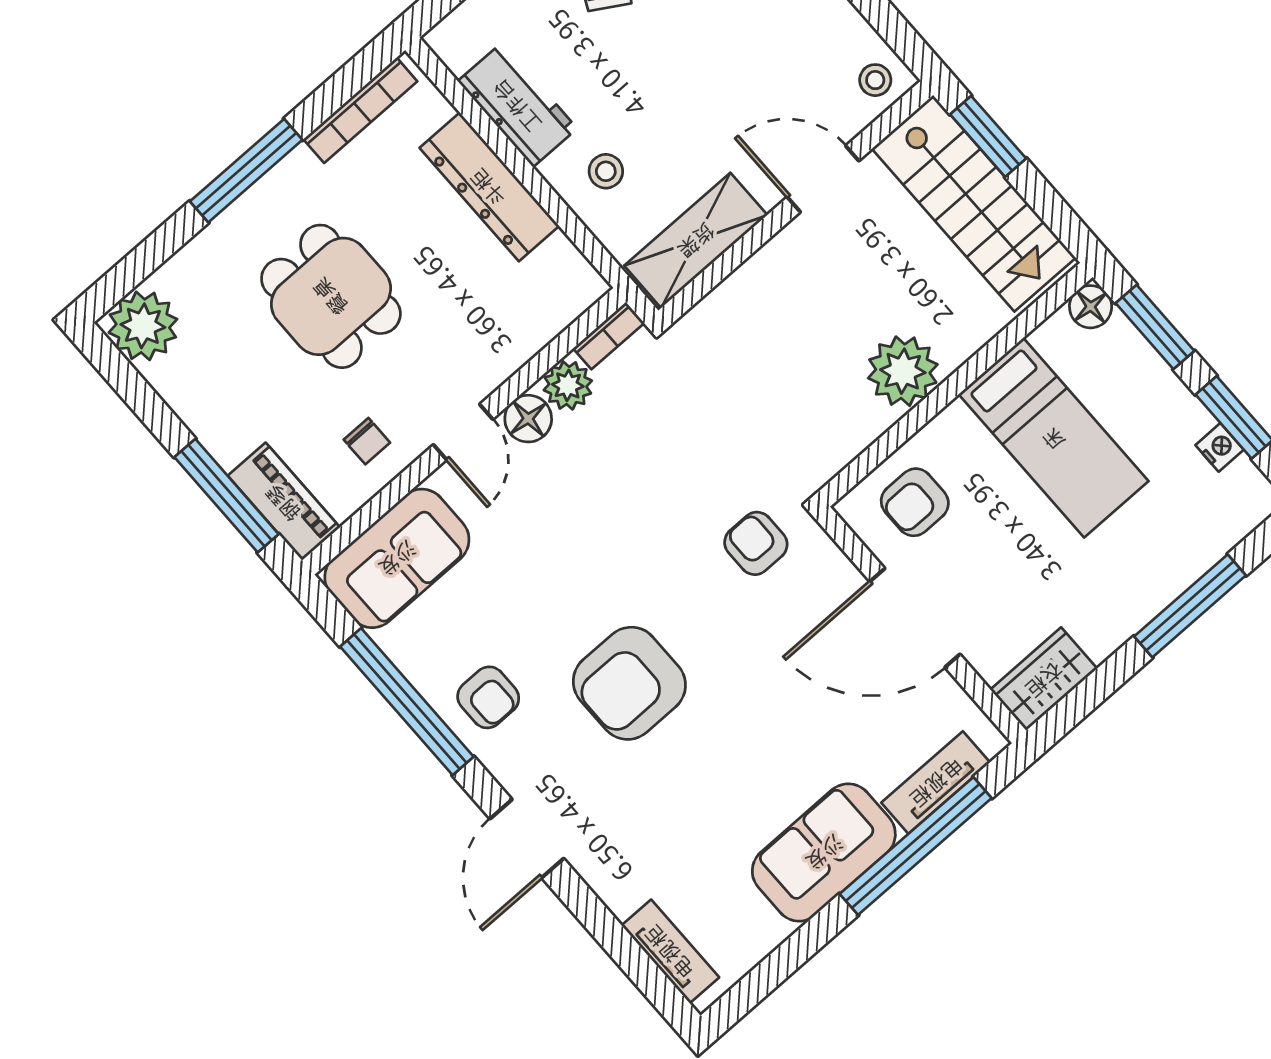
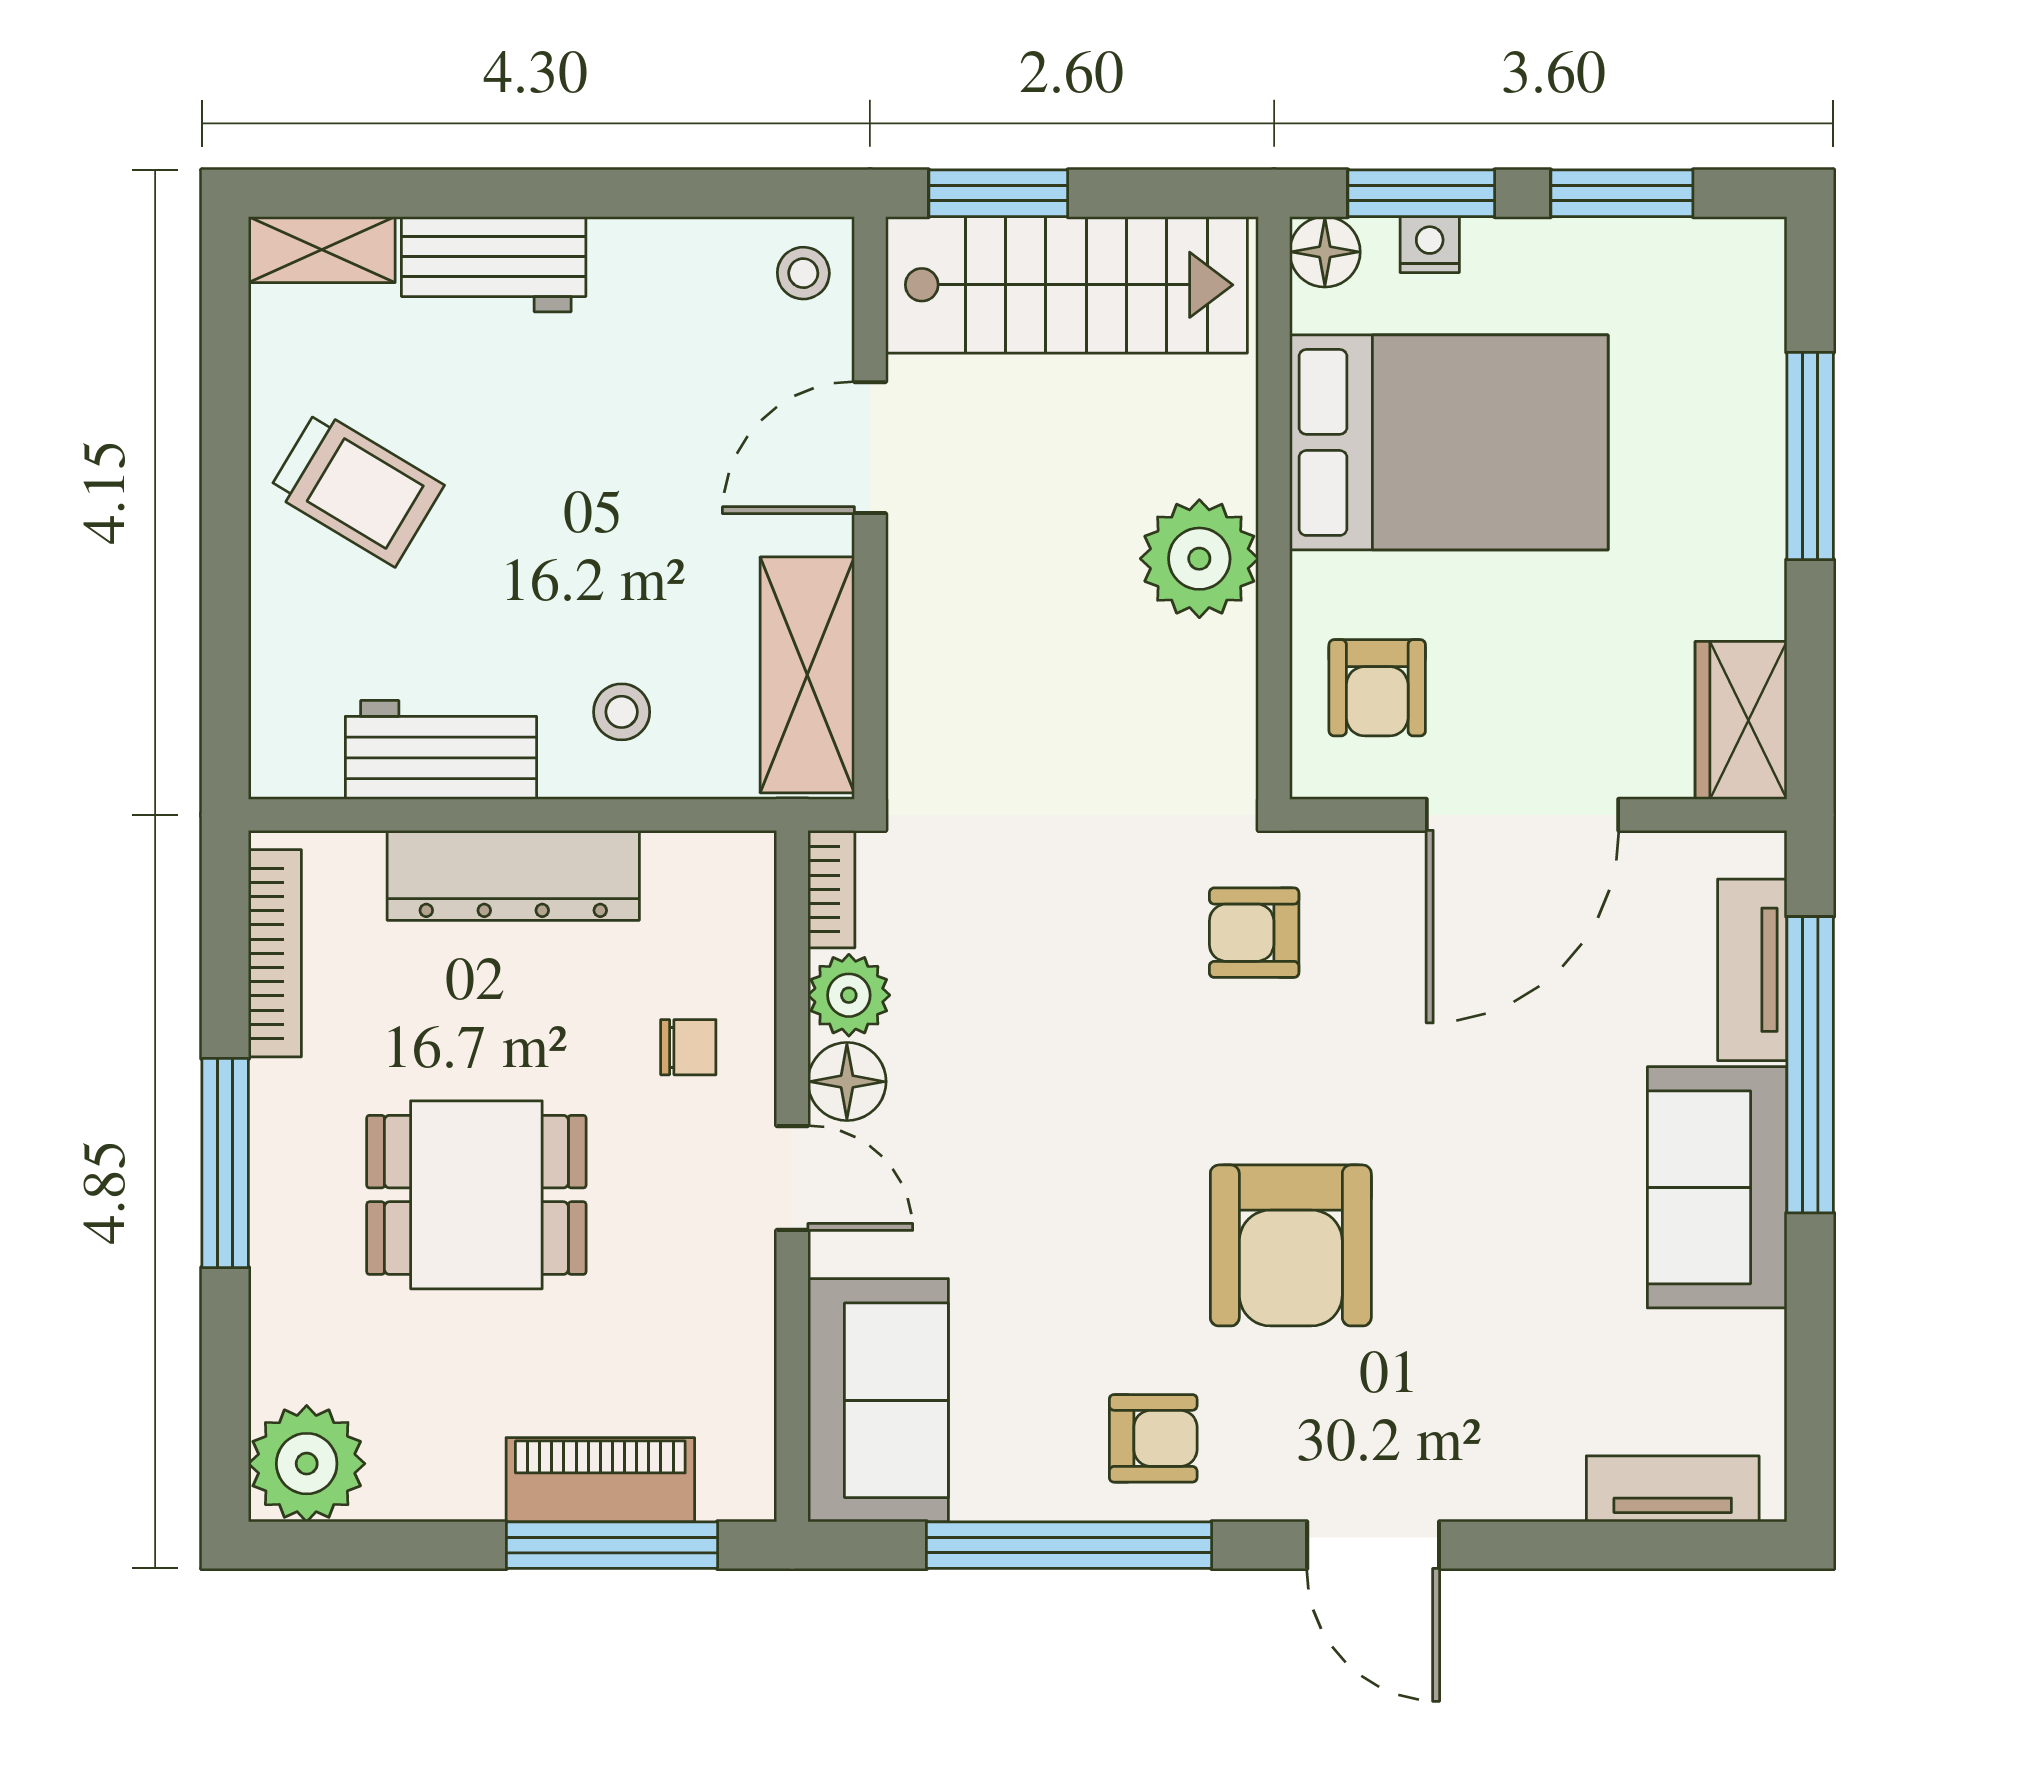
bed: (1054, 438) -> (1449, 442), width x1.50
chair: (367, 441) -> (688, 1047), moved
nightstand: (1220, 447) -> (1430, 245), moved
piano: (284, 502) -> (600, 1480), moved

